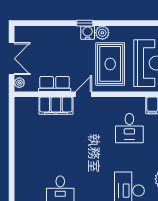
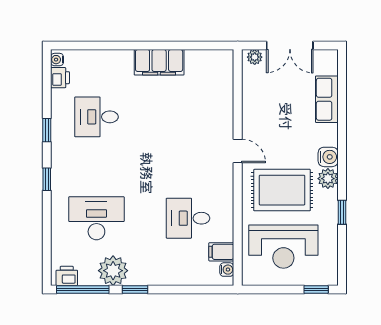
window: (85, 23) -> (342, 212), moved
row of seats: (55, 84) -> (327, 99), moved, turned 180
filing cabinet: (56, 106) -> (159, 62), moved, turned -90

